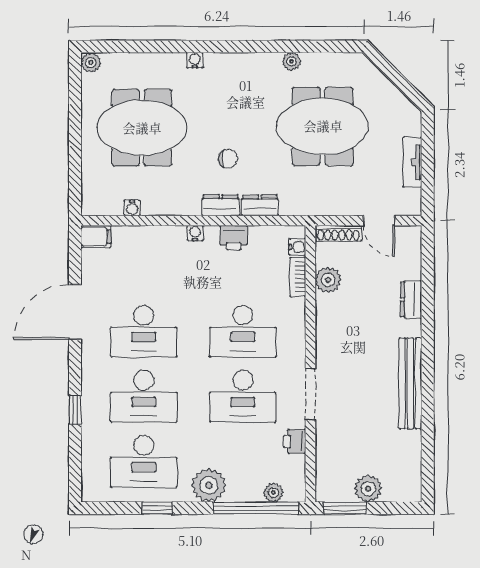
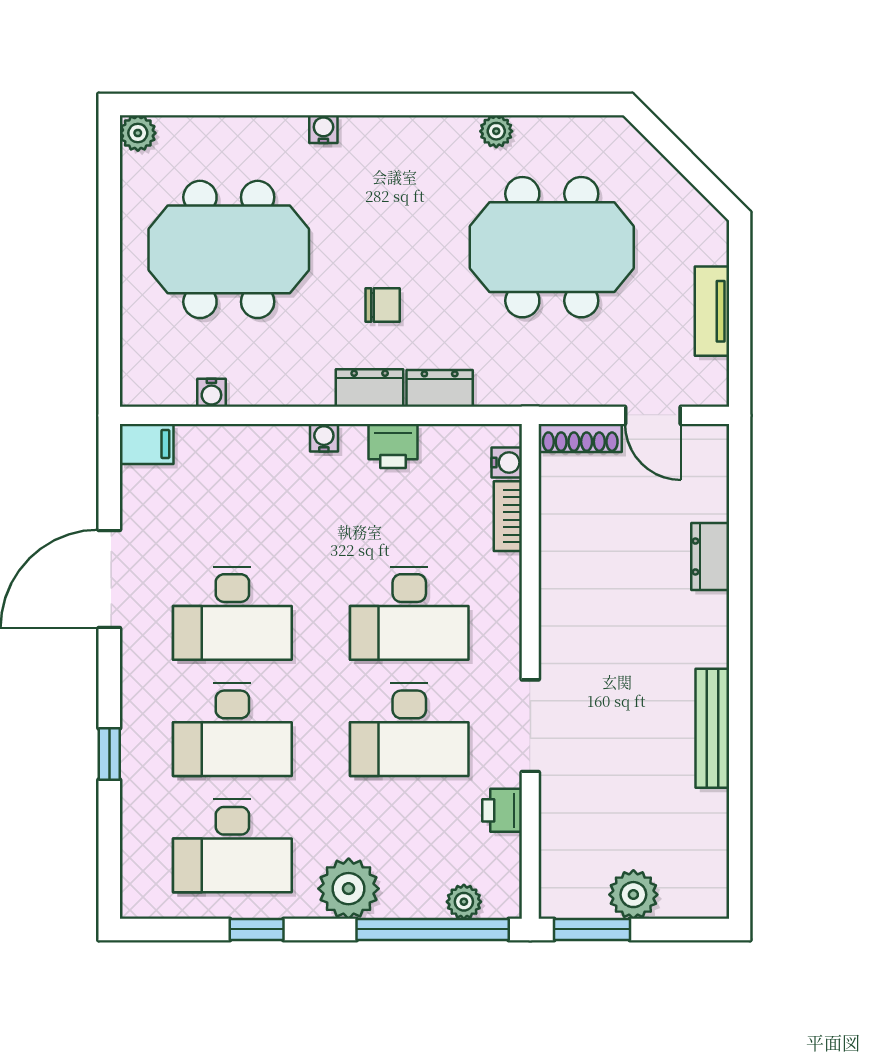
plant: (328, 280) -> (562, 522), removed
bench: (410, 383) -> (712, 728), width x0.73, depth x0.82

